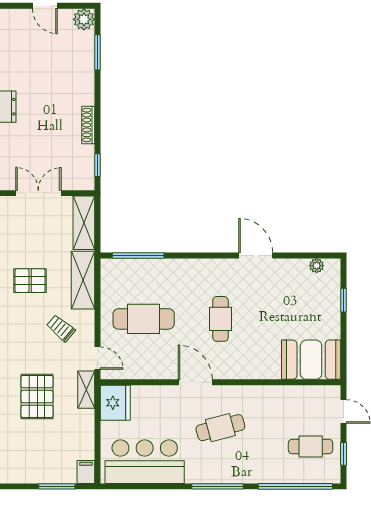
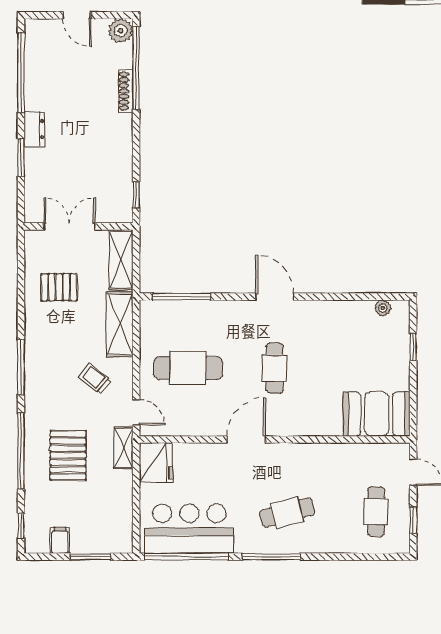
window: (97, 52) -> (136, 68), width x2.11
shoe rack: (88, 125) -> (126, 91), moved
door: (256, 256) -> (275, 297), moved
pallet: (30, 281) -> (59, 287), moved
door: (195, 382) -> (246, 439), hinge flipped
cafe table: (220, 428) -> (287, 513), moved
cafe table: (311, 446) -> (376, 512), turned 90
filing cabinet: (86, 472) -> (60, 540), moved
window: (295, 486) -> (186, 557), moved

